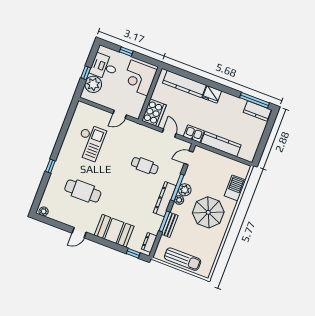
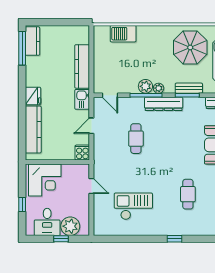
cooker: (154, 113) -> (82, 153), width x0.53, depth x0.76
cafe table: (83, 191) -> (188, 194), width x0.73, depth x0.74
parasol: (208, 212) -> (190, 47), moved

